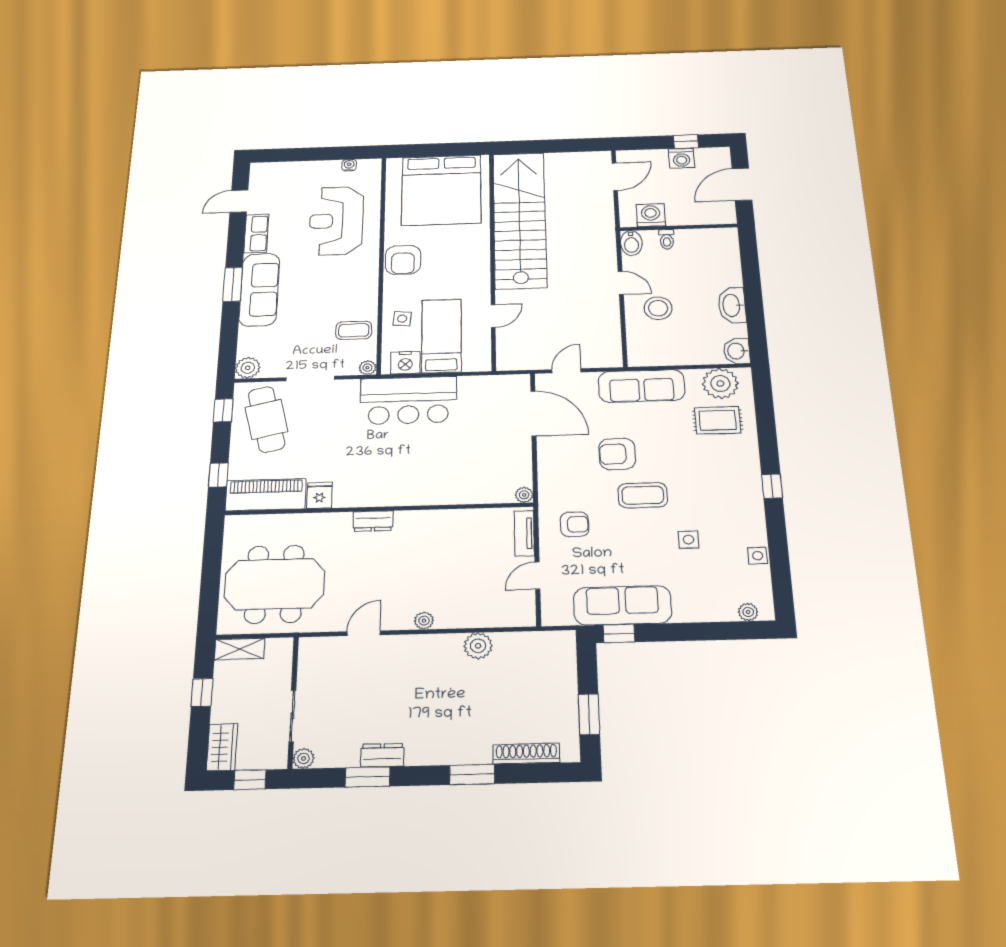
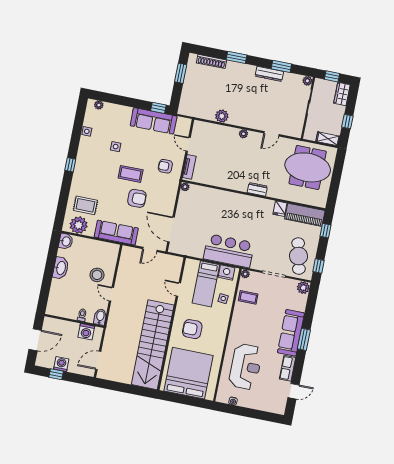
armchair: (403, 260) -> (192, 329), moved, turned -90
door: (493, 316) -> (178, 289), hinge flipped
door: (537, 576) -> (188, 144), swing flipped
dresser: (382, 755) -> (269, 74), width x1.44

